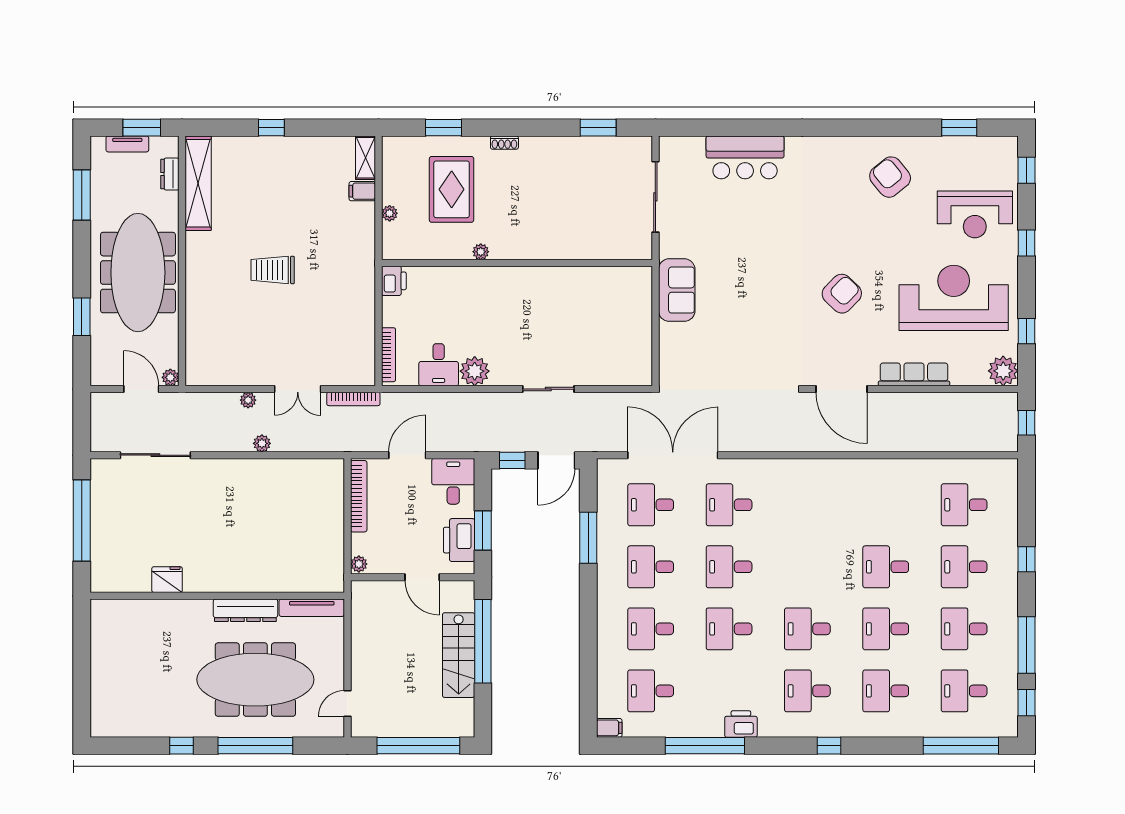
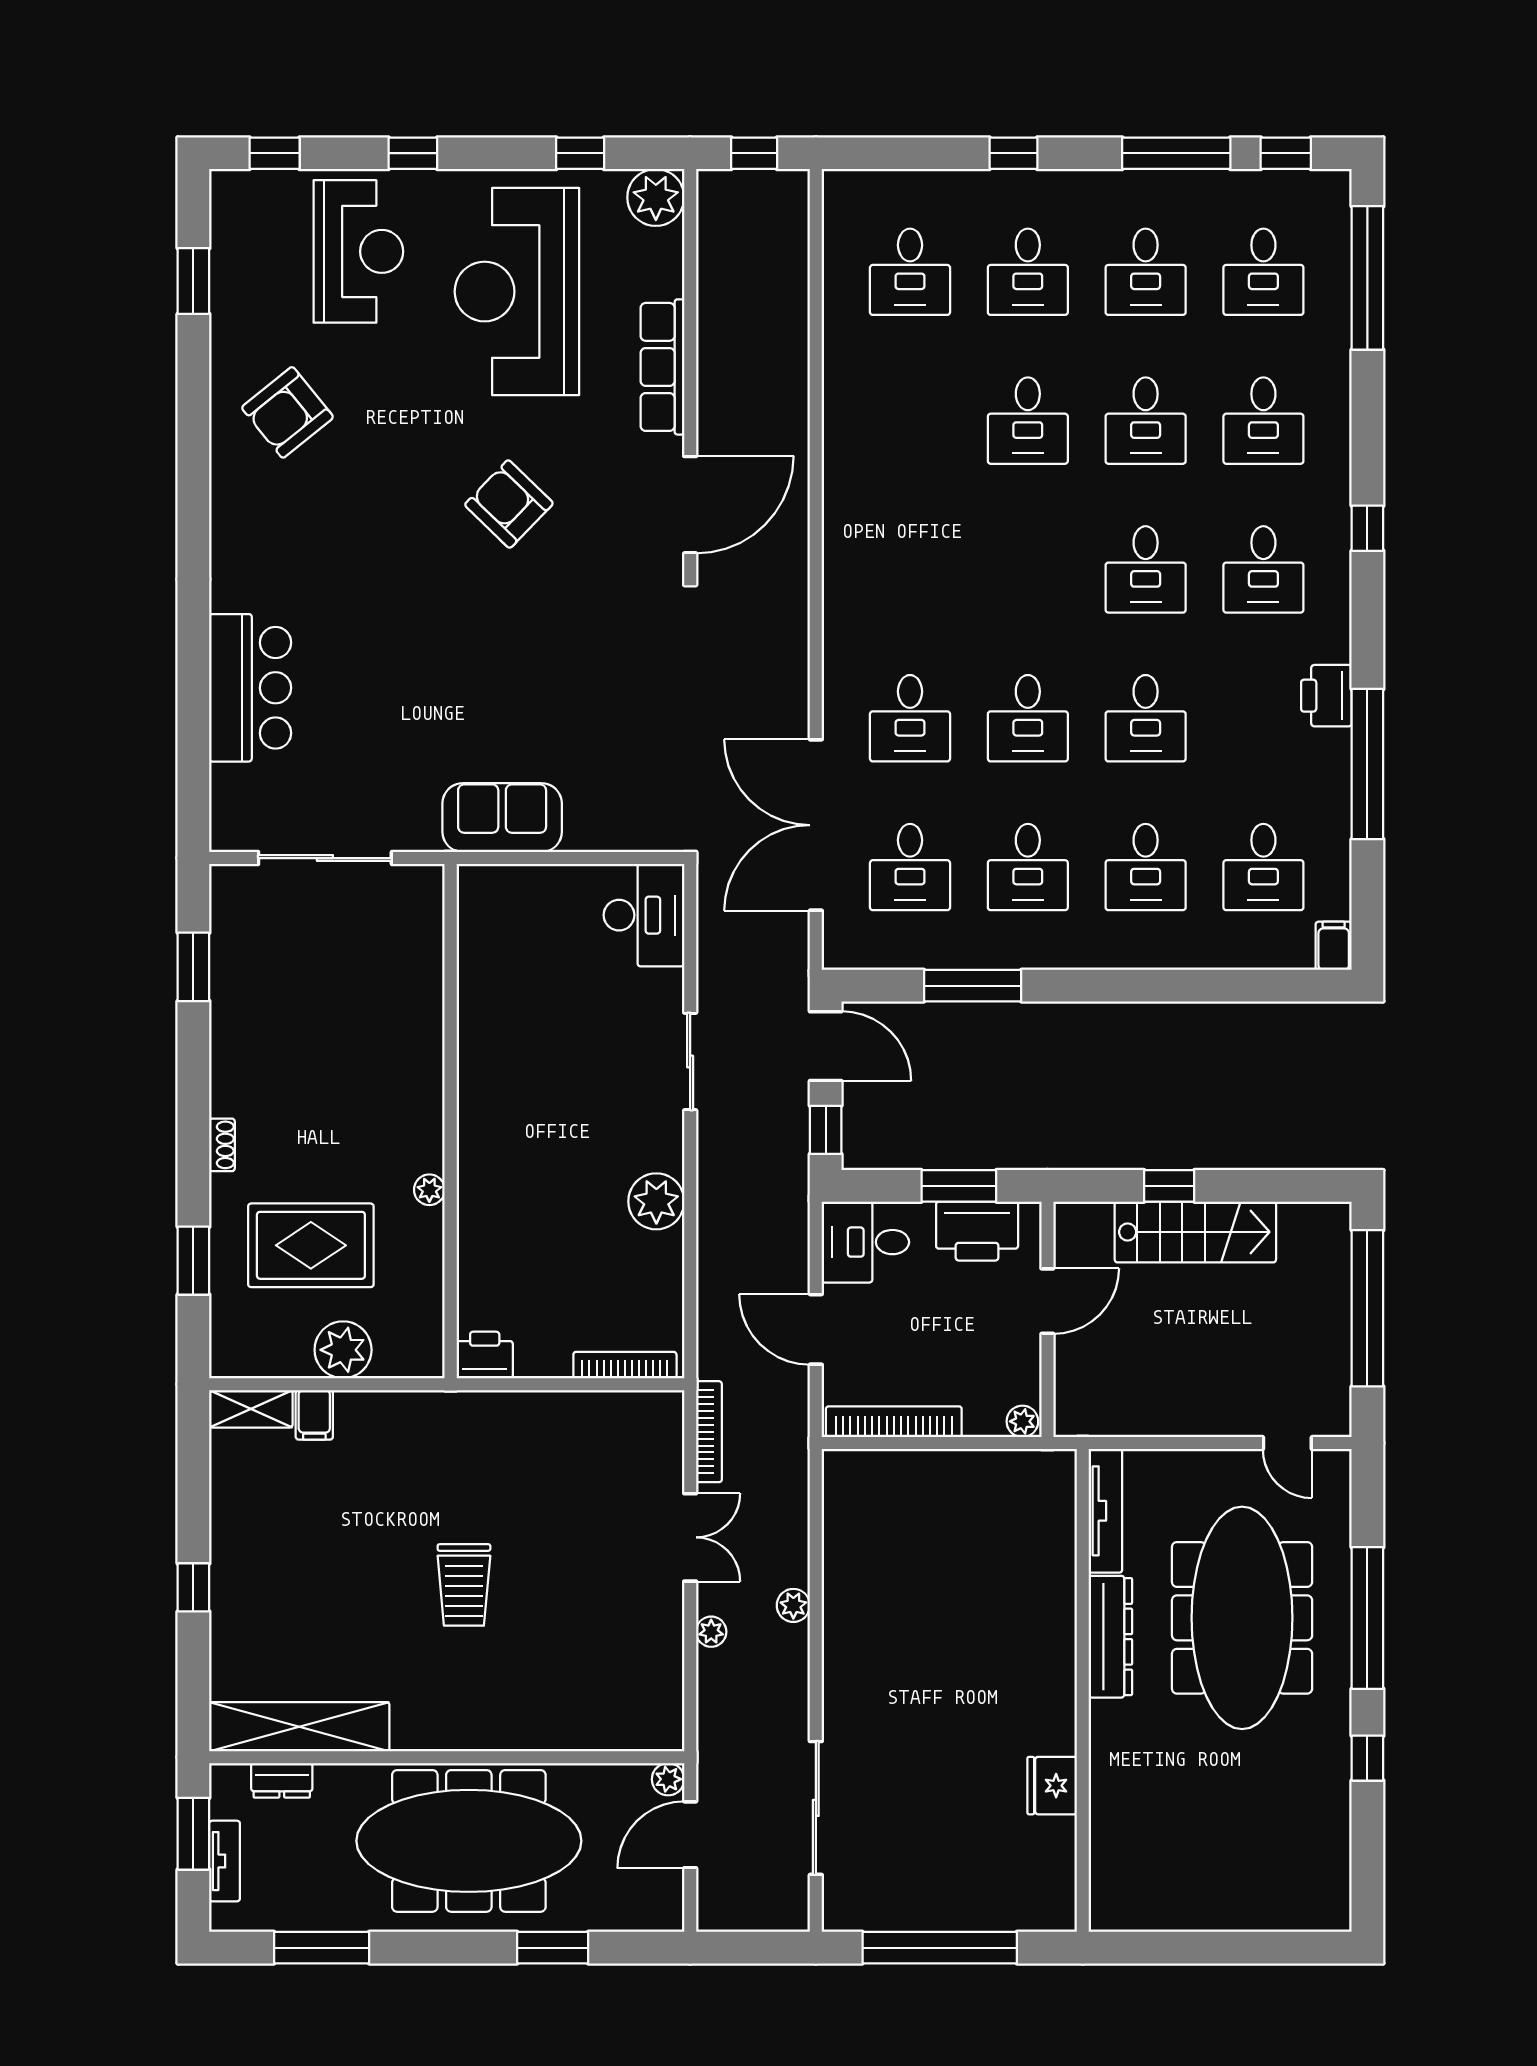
plant: (390, 213) -> (343, 1350), width x1.87, depth x1.87
desk: (439, 365) -> (644, 915), moved, width x1.37
window: (483, 641) -> (1169, 1186), width x0.32

